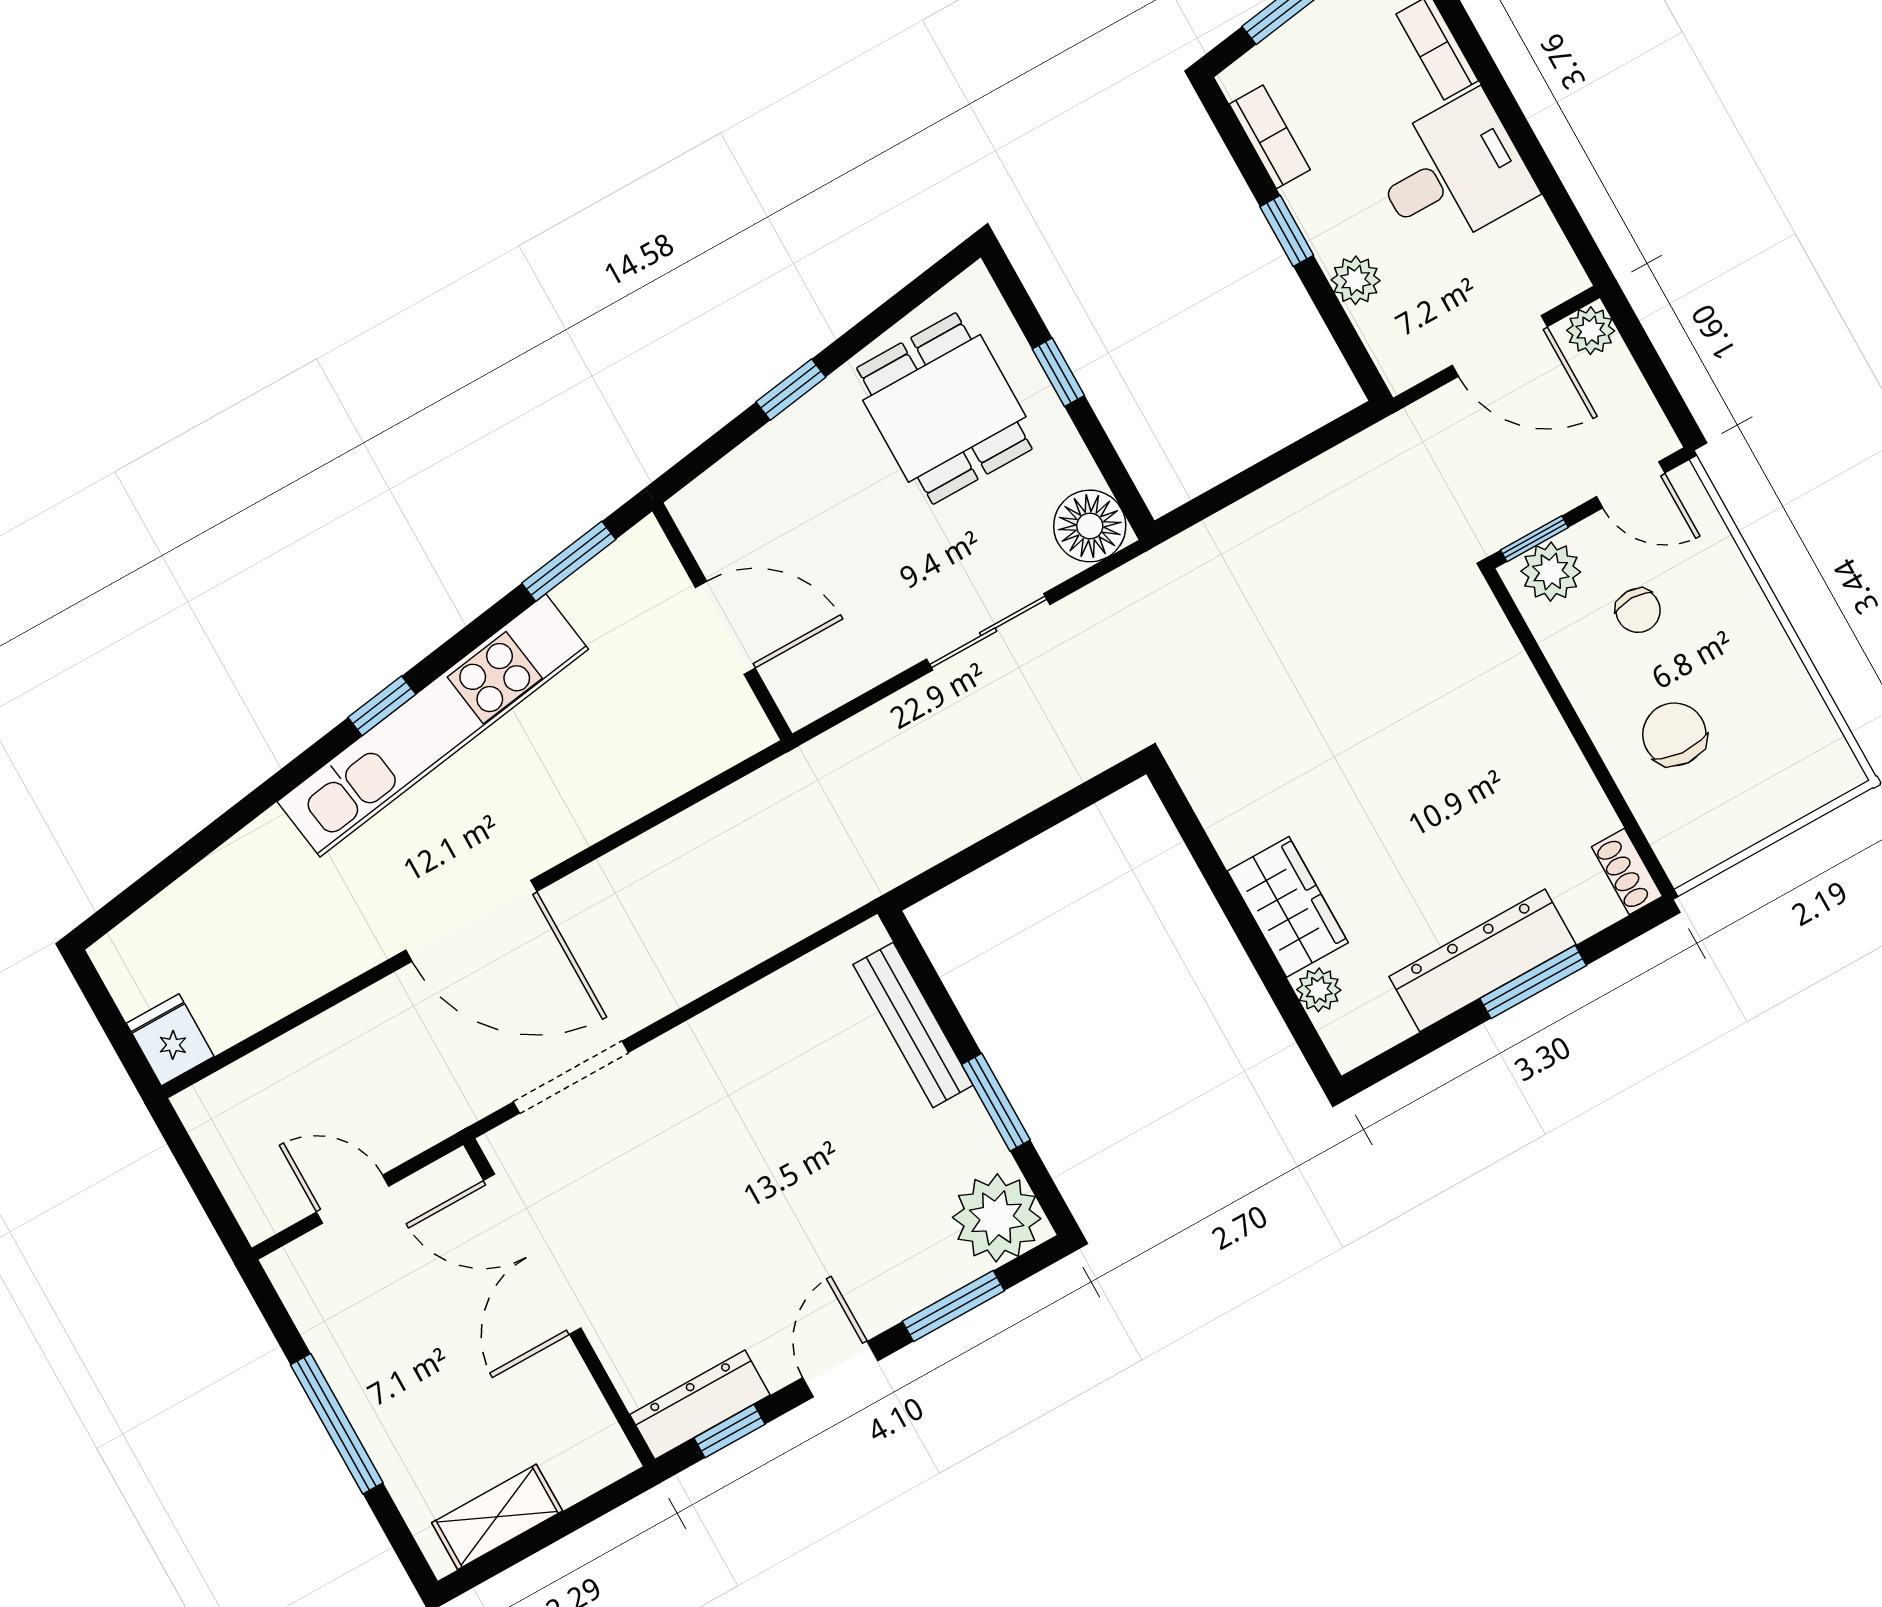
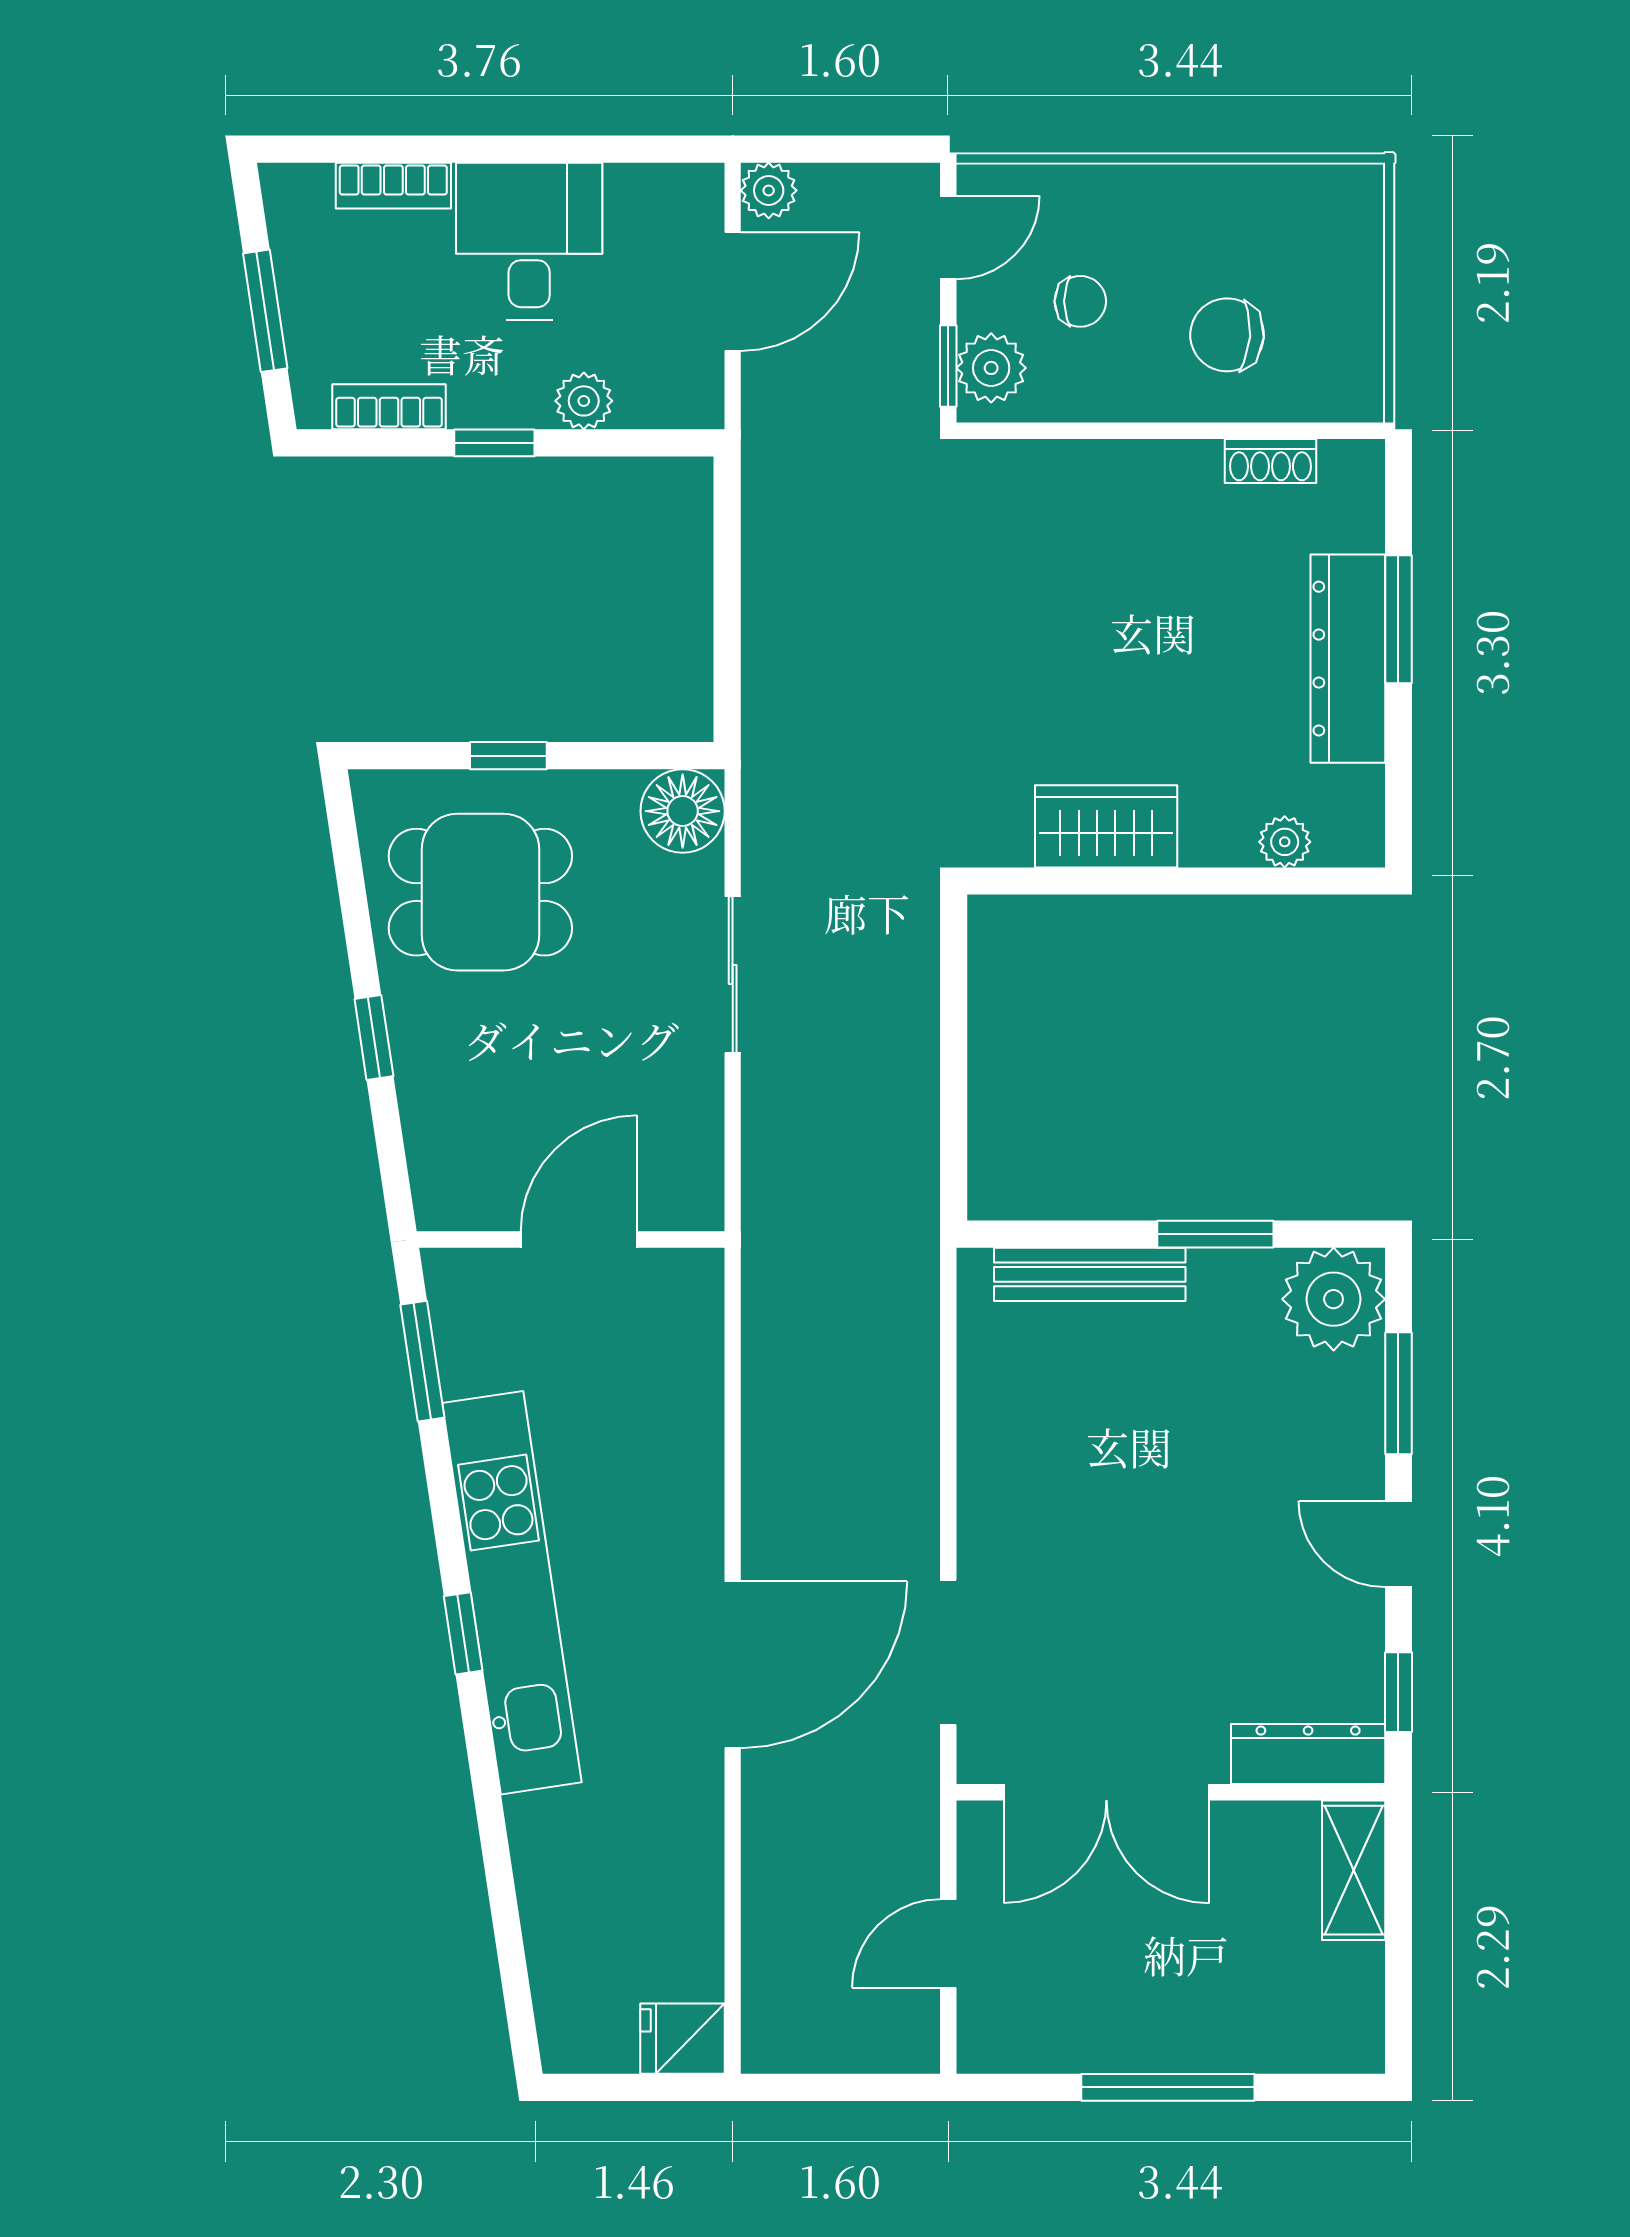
shoe rack: (1627, 871) -> (1270, 461), moved
wardrobe: (1288, 907) -> (1106, 826), moved
dresser: (700, 1405) -> (1308, 1754), moved, turned 90
shelving: (497, 1517) -> (1354, 1870), moved

